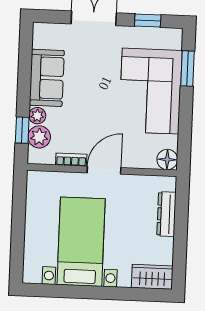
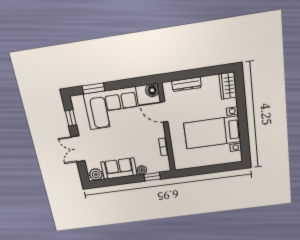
plant: (39, 137) -> (96, 174), moved
door: (104, 170) -> (164, 112), moved

